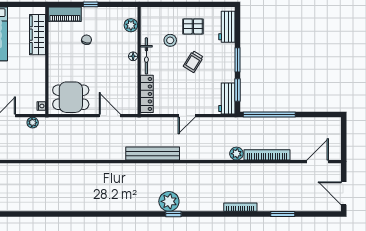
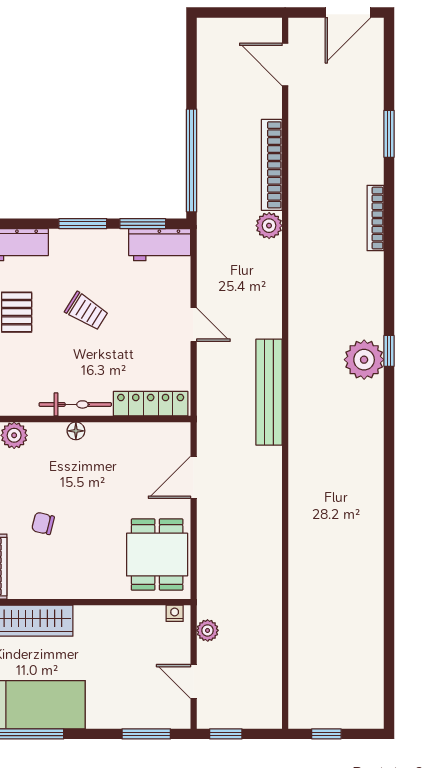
stool: (170, 40) -> (44, 357), removed

